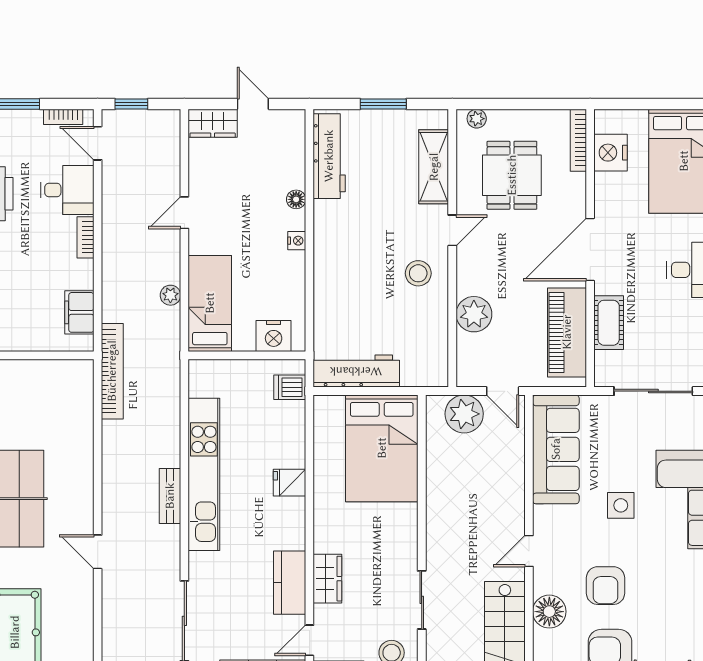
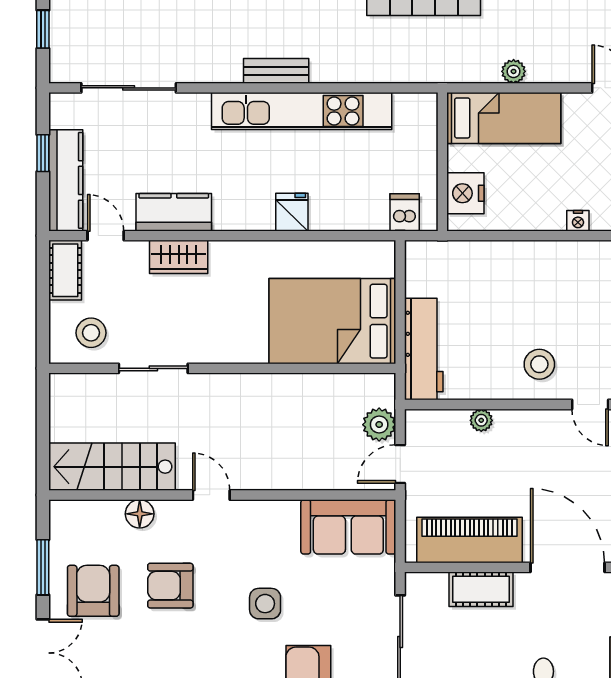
plant: (474, 314) -> (481, 420), width x0.53, depth x0.53
workbench: (356, 371) -> (424, 349), moved
plant: (464, 414) -> (379, 425), width x0.73, depth x0.73
sofa: (556, 449) -> (348, 527), width x0.73
floor lamp: (549, 612) -> (140, 514), width x0.73, depth x0.73

